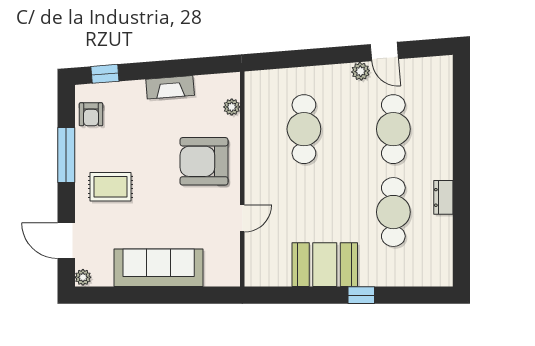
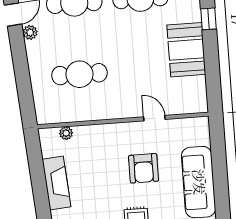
fireplace: (170, 87) -> (57, 183), width x1.37, depth x1.32
armchair: (204, 161) -> (144, 168), moved, width x0.73, depth x0.73

